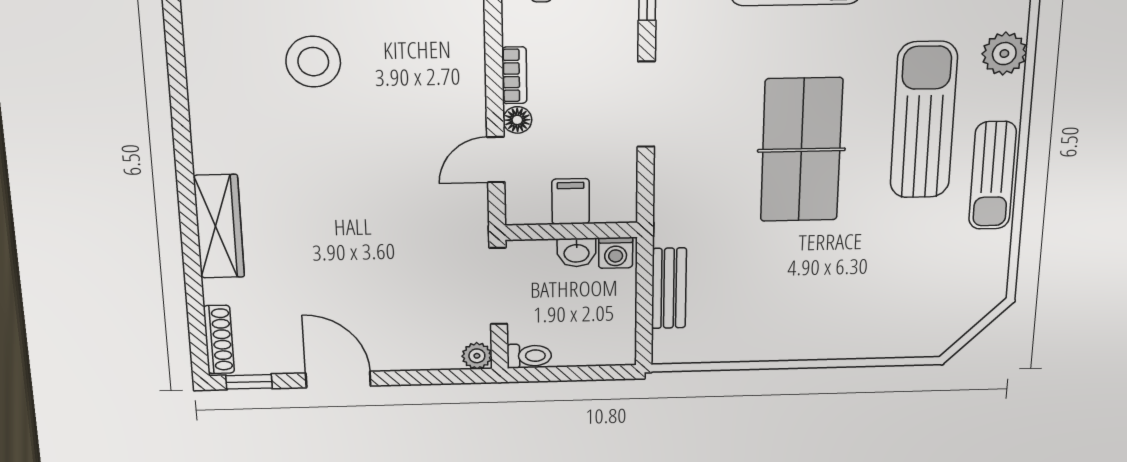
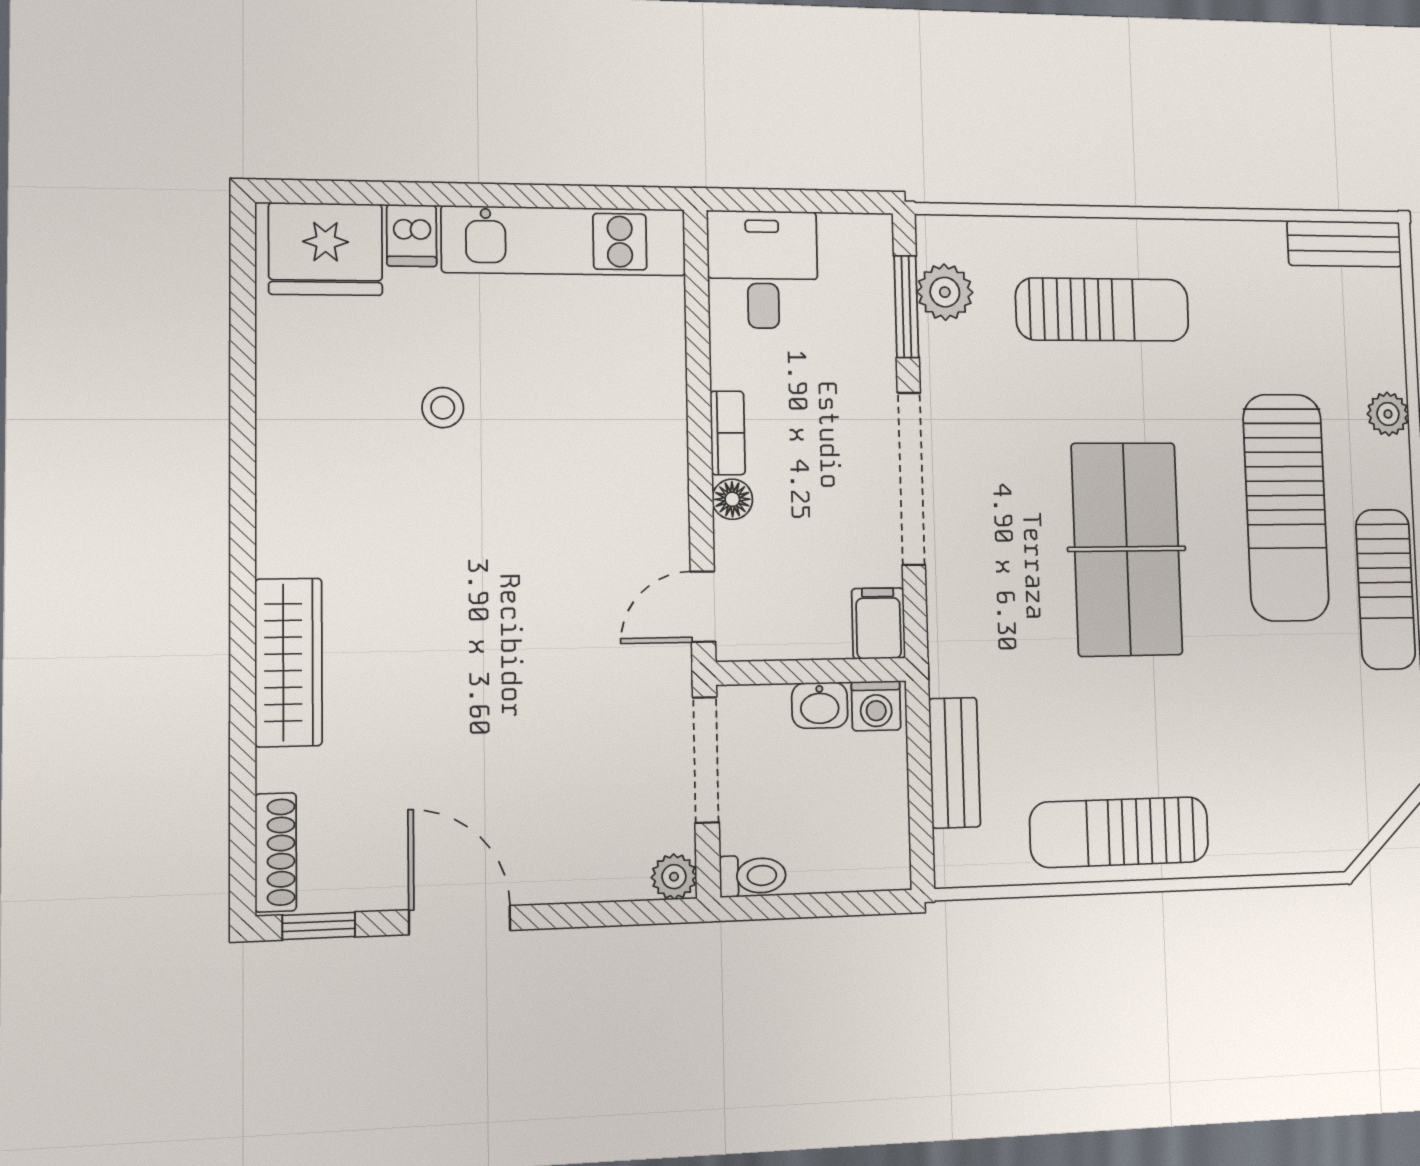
plant: (1004, 54) -> (1388, 414), width x0.73, depth x0.73
stool: (313, 62) -> (443, 408), width x0.53, depth x0.53
doorway: (646, 104) -> (911, 479), width x1.36
sun lounger: (924, 120) -> (1286, 507), turned 180
door: (496, 160) -> (703, 607), moved
filing cabinet: (571, 201) -> (878, 623), moved
sun lounger: (782, 332) -> (1119, 832), added

